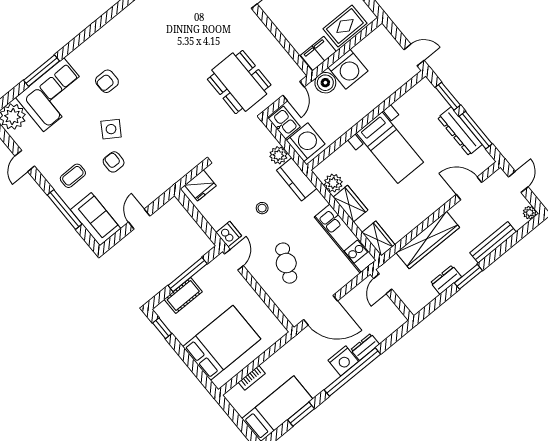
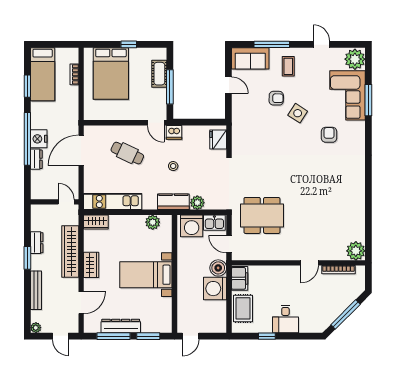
wardrobe: (350, 204) -> (91, 265), moved, turned -90
window: (162, 328) -> (129, 44), moved

